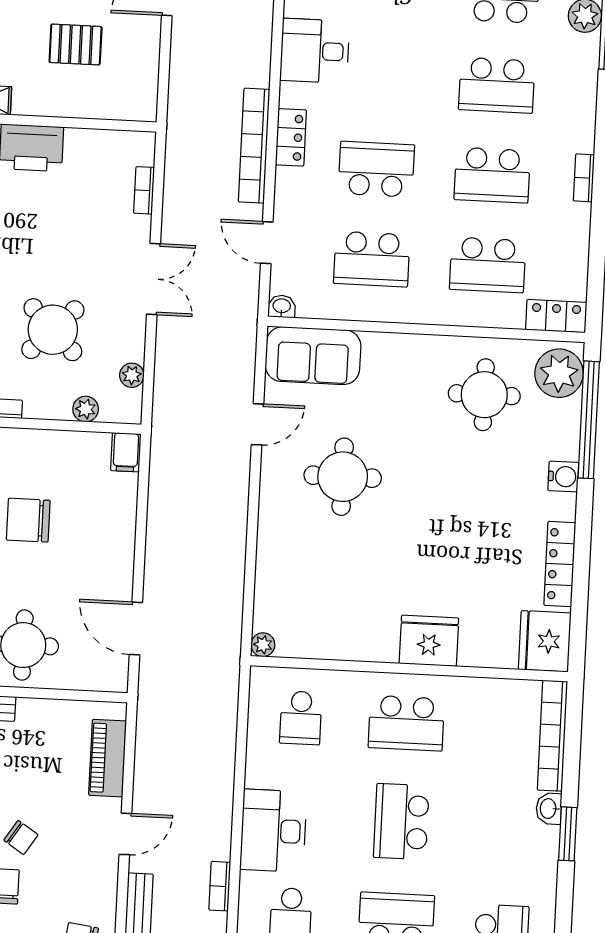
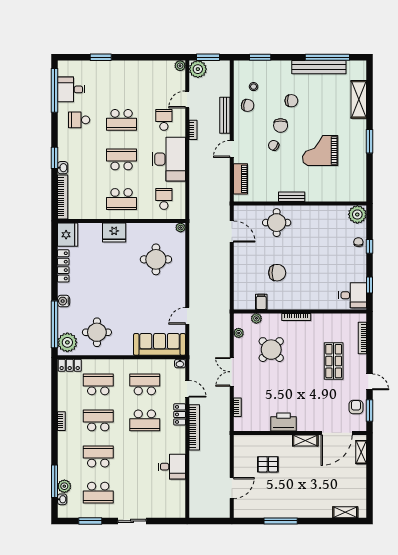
locker: (291, 137) -> (180, 414), moved
sofa: (313, 356) -> (160, 344), width x1.36
filing cabinet: (126, 452) -> (261, 302), moved
round table: (343, 477) -> (156, 259), moved
school desk: (406, 723) -> (122, 199), turned 180
school desk: (401, 822) -> (122, 159), turned -90
desk: (273, 831) -> (169, 159), width x1.36, depth x1.30

